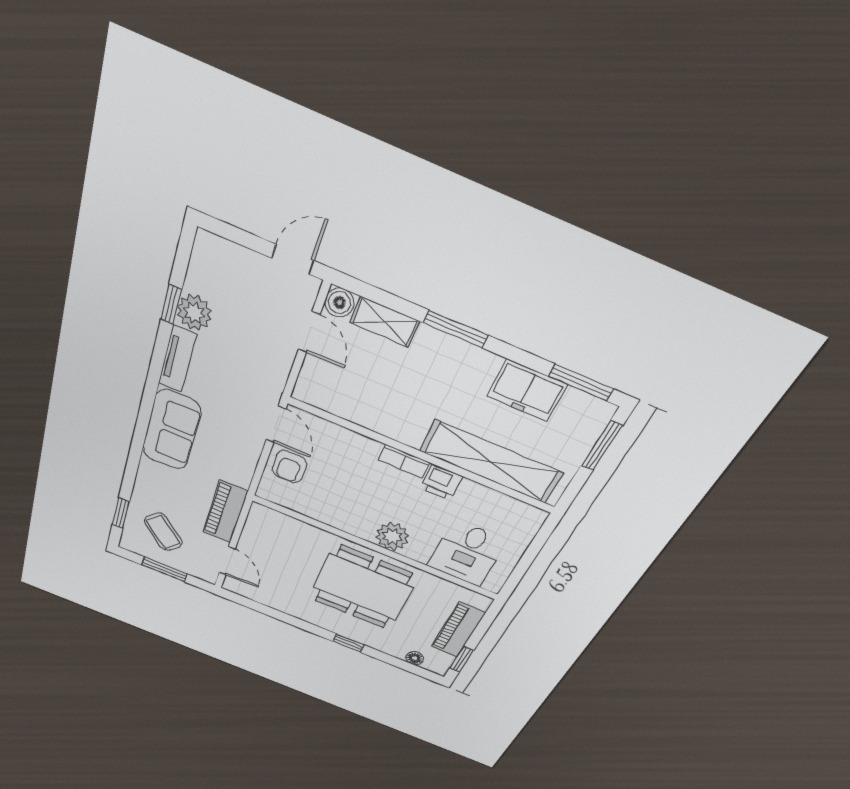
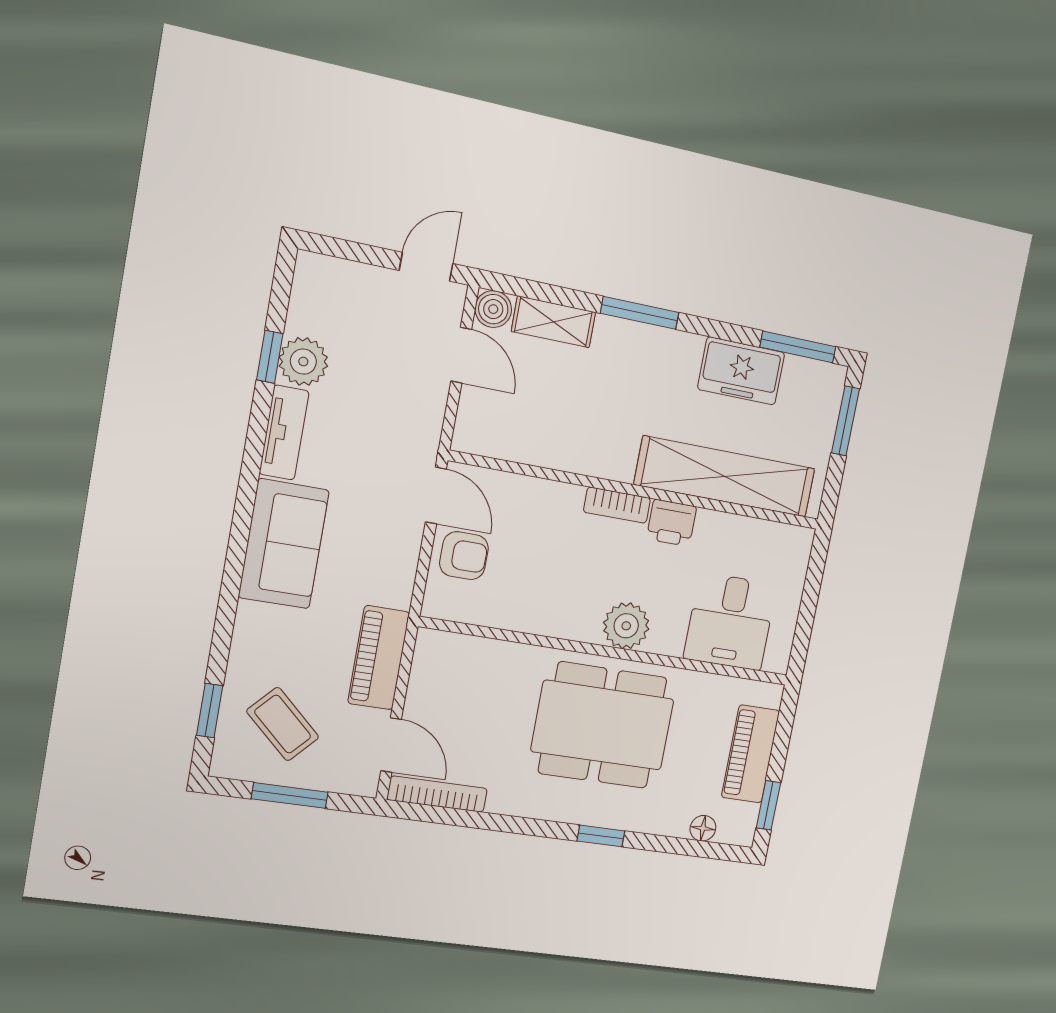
armchair: (289, 467) -> (464, 556), turned -90
bookcase: (252, 593) -> (437, 794), added

